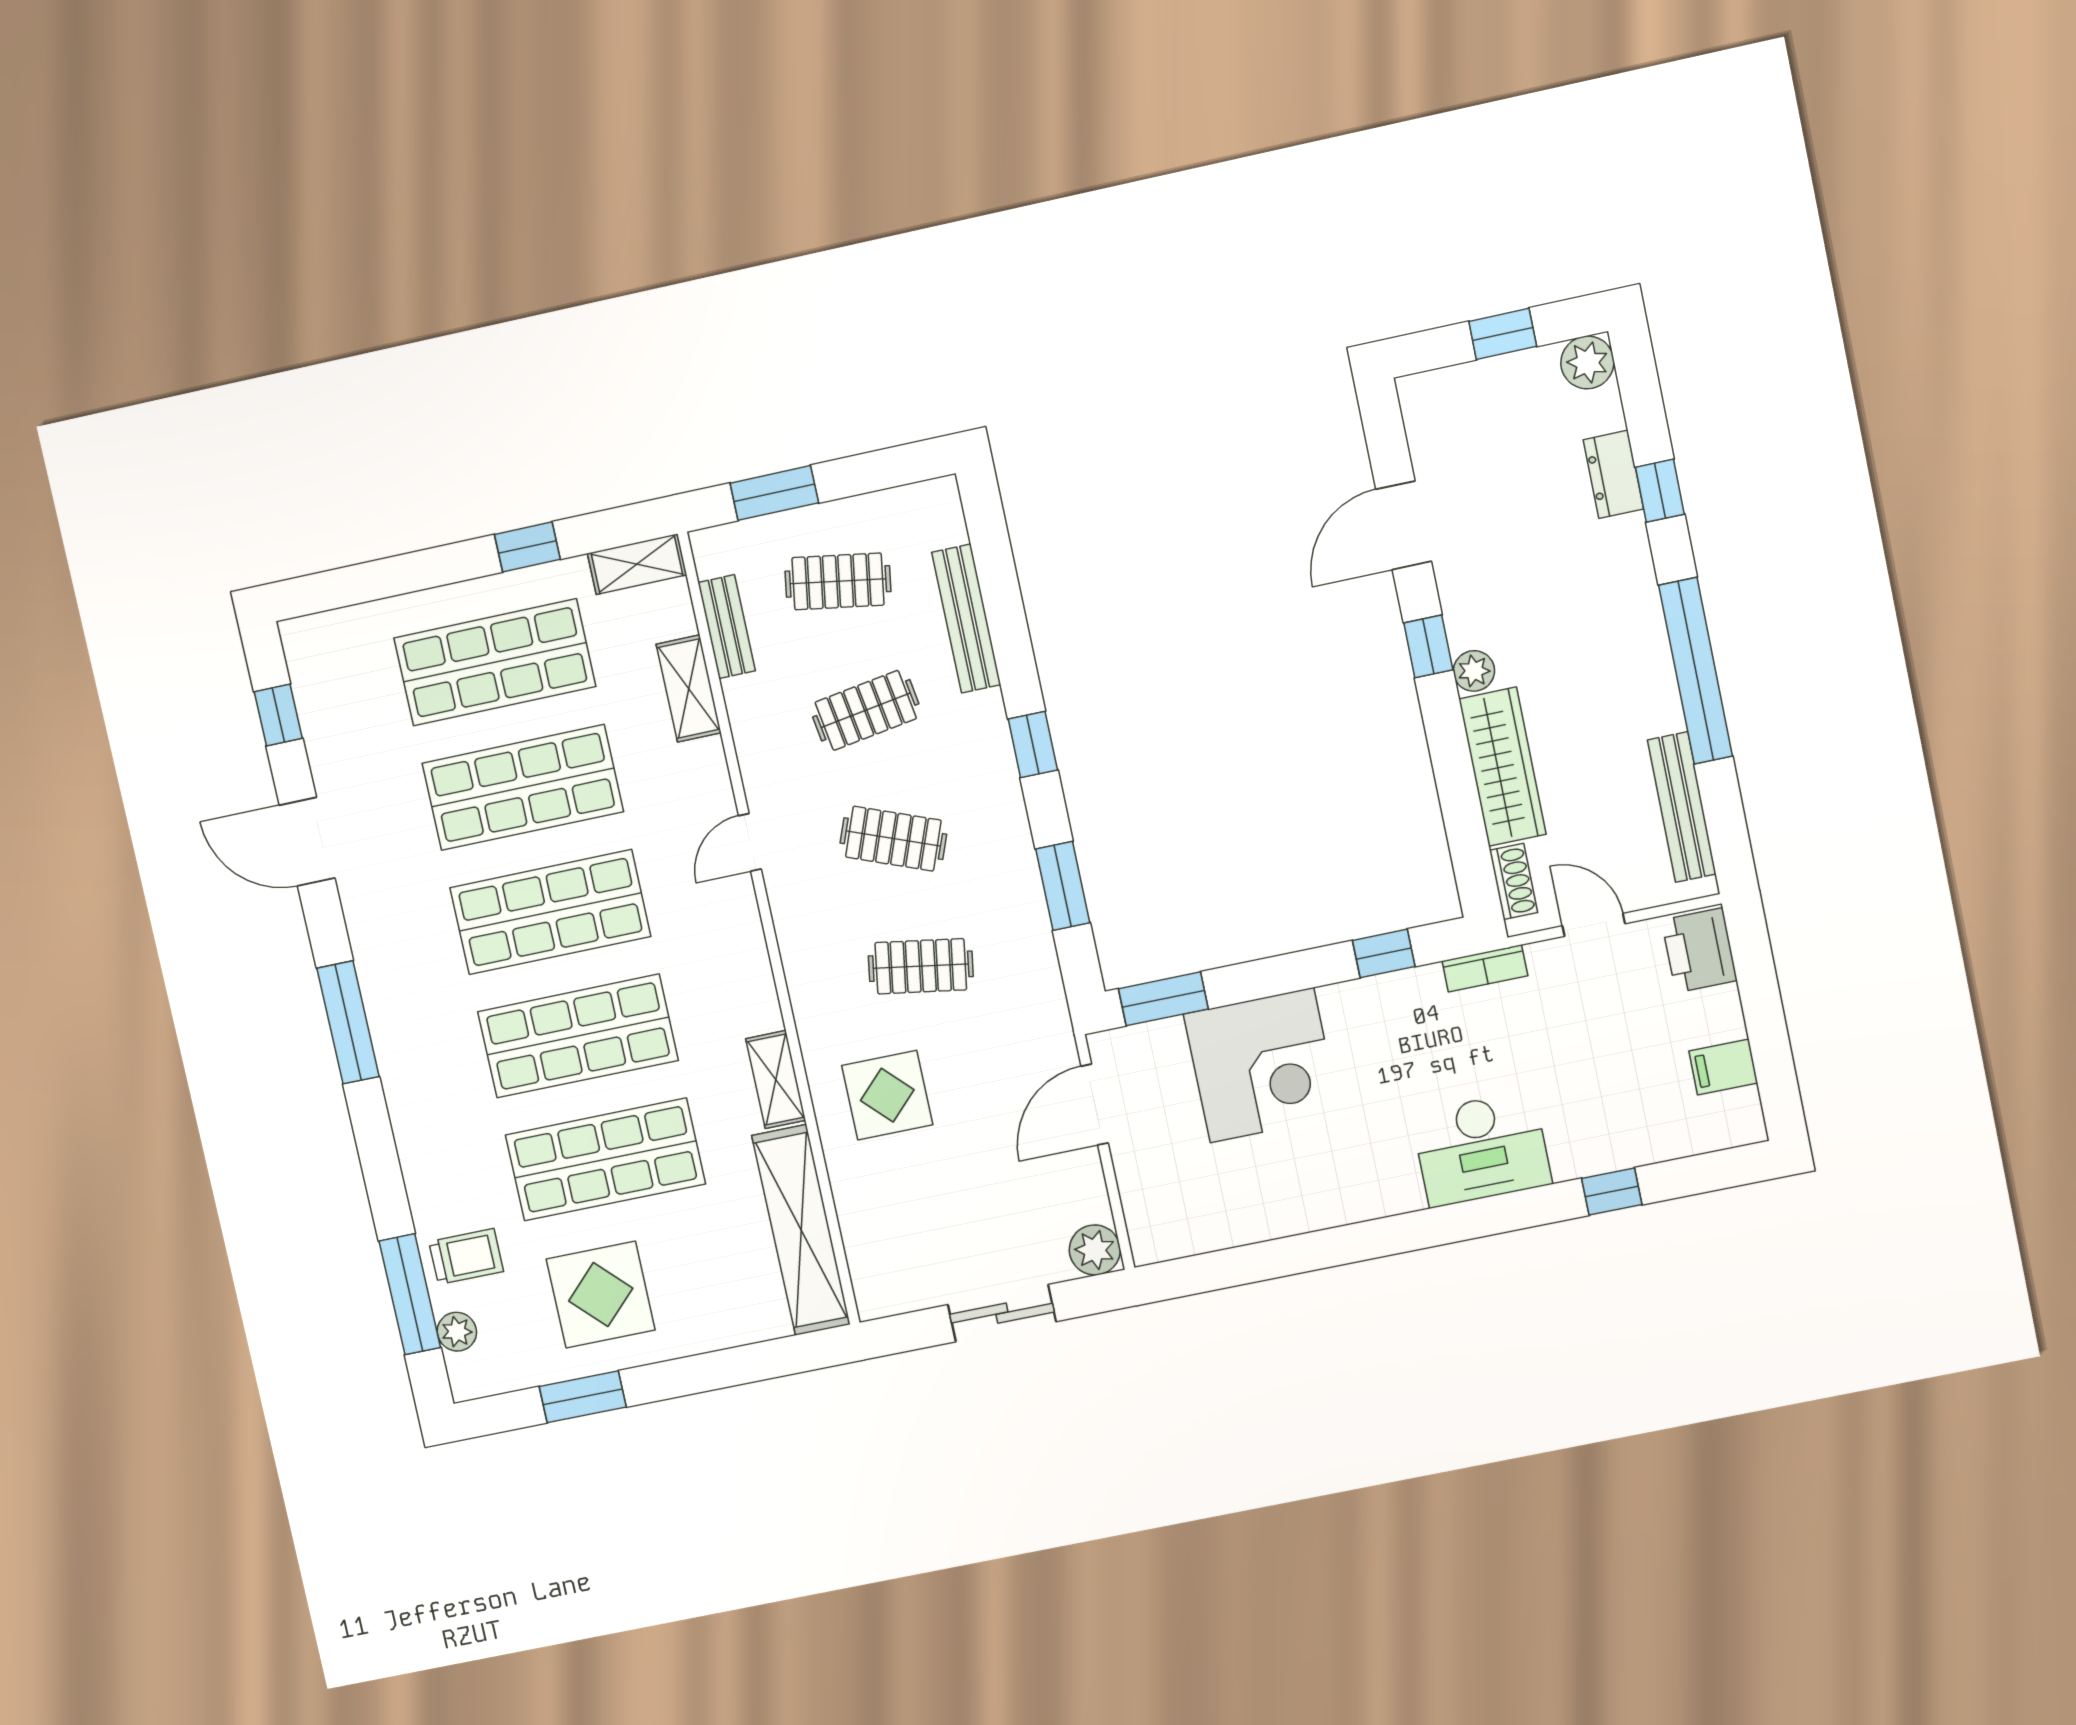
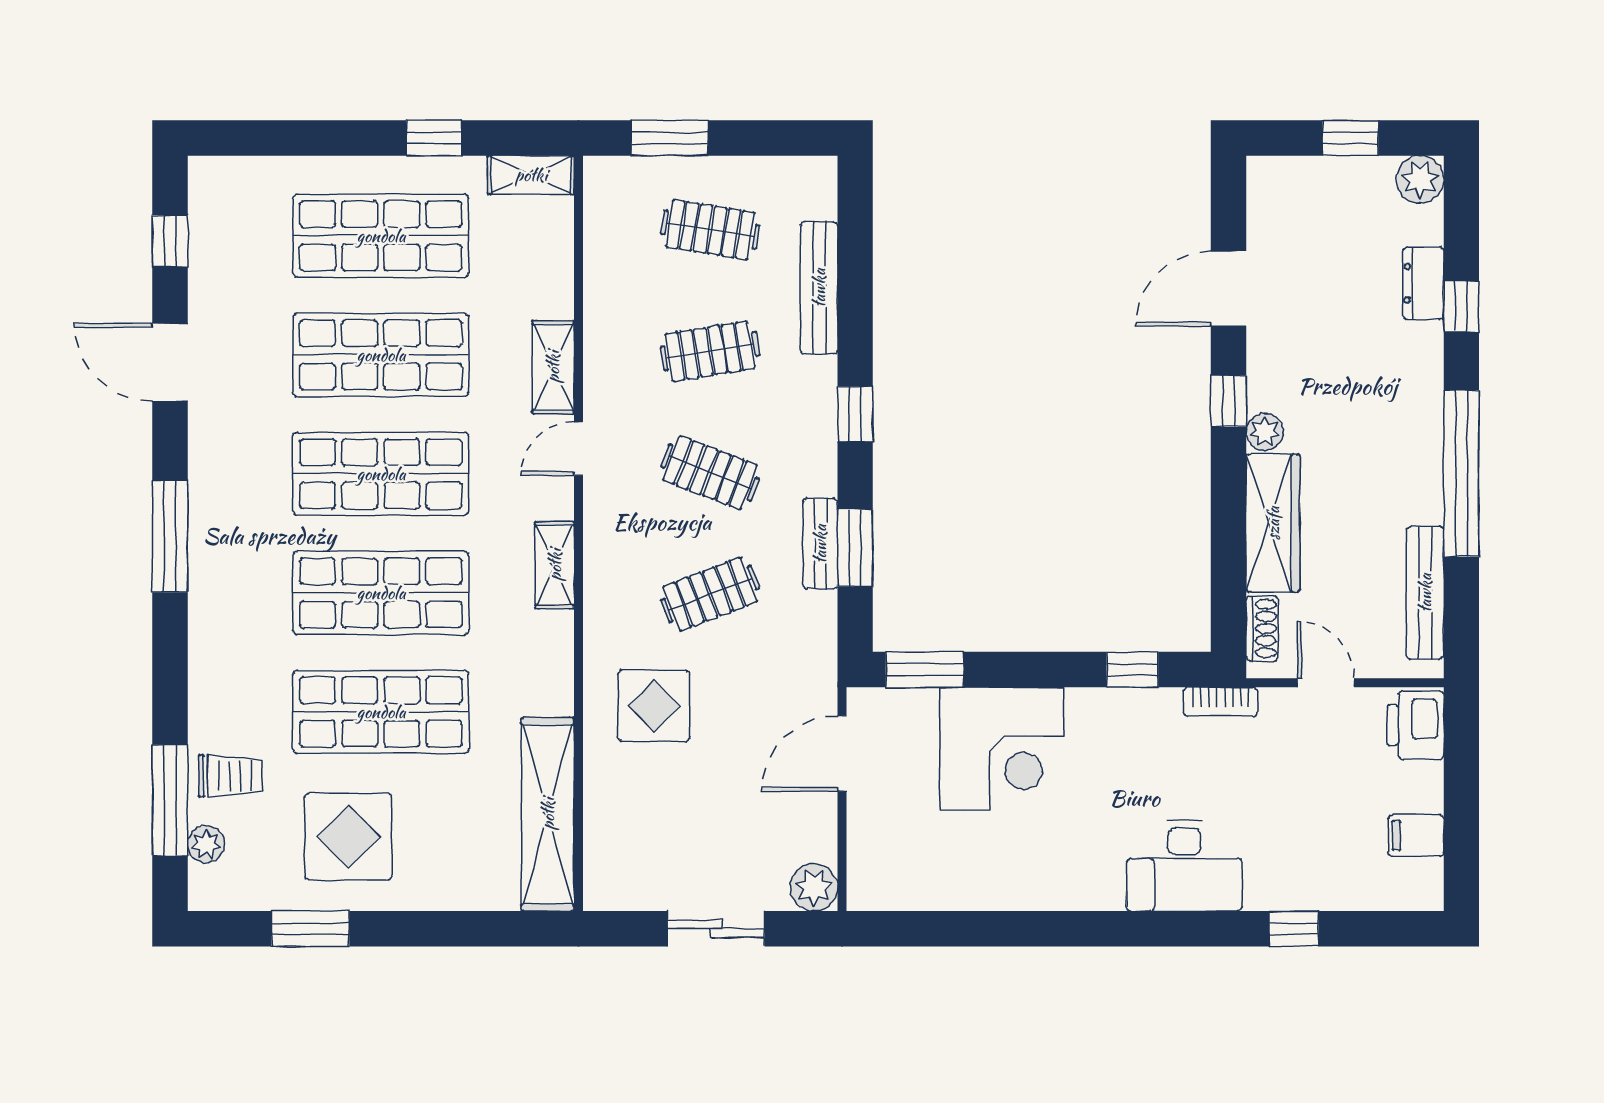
bench: (727, 627) -> (820, 544), moved
shelving: (689, 688) -> (553, 367), moved
clothes rail: (921, 966) -> (710, 594), turned -30
shelving: (776, 1080) -> (555, 565), moved

